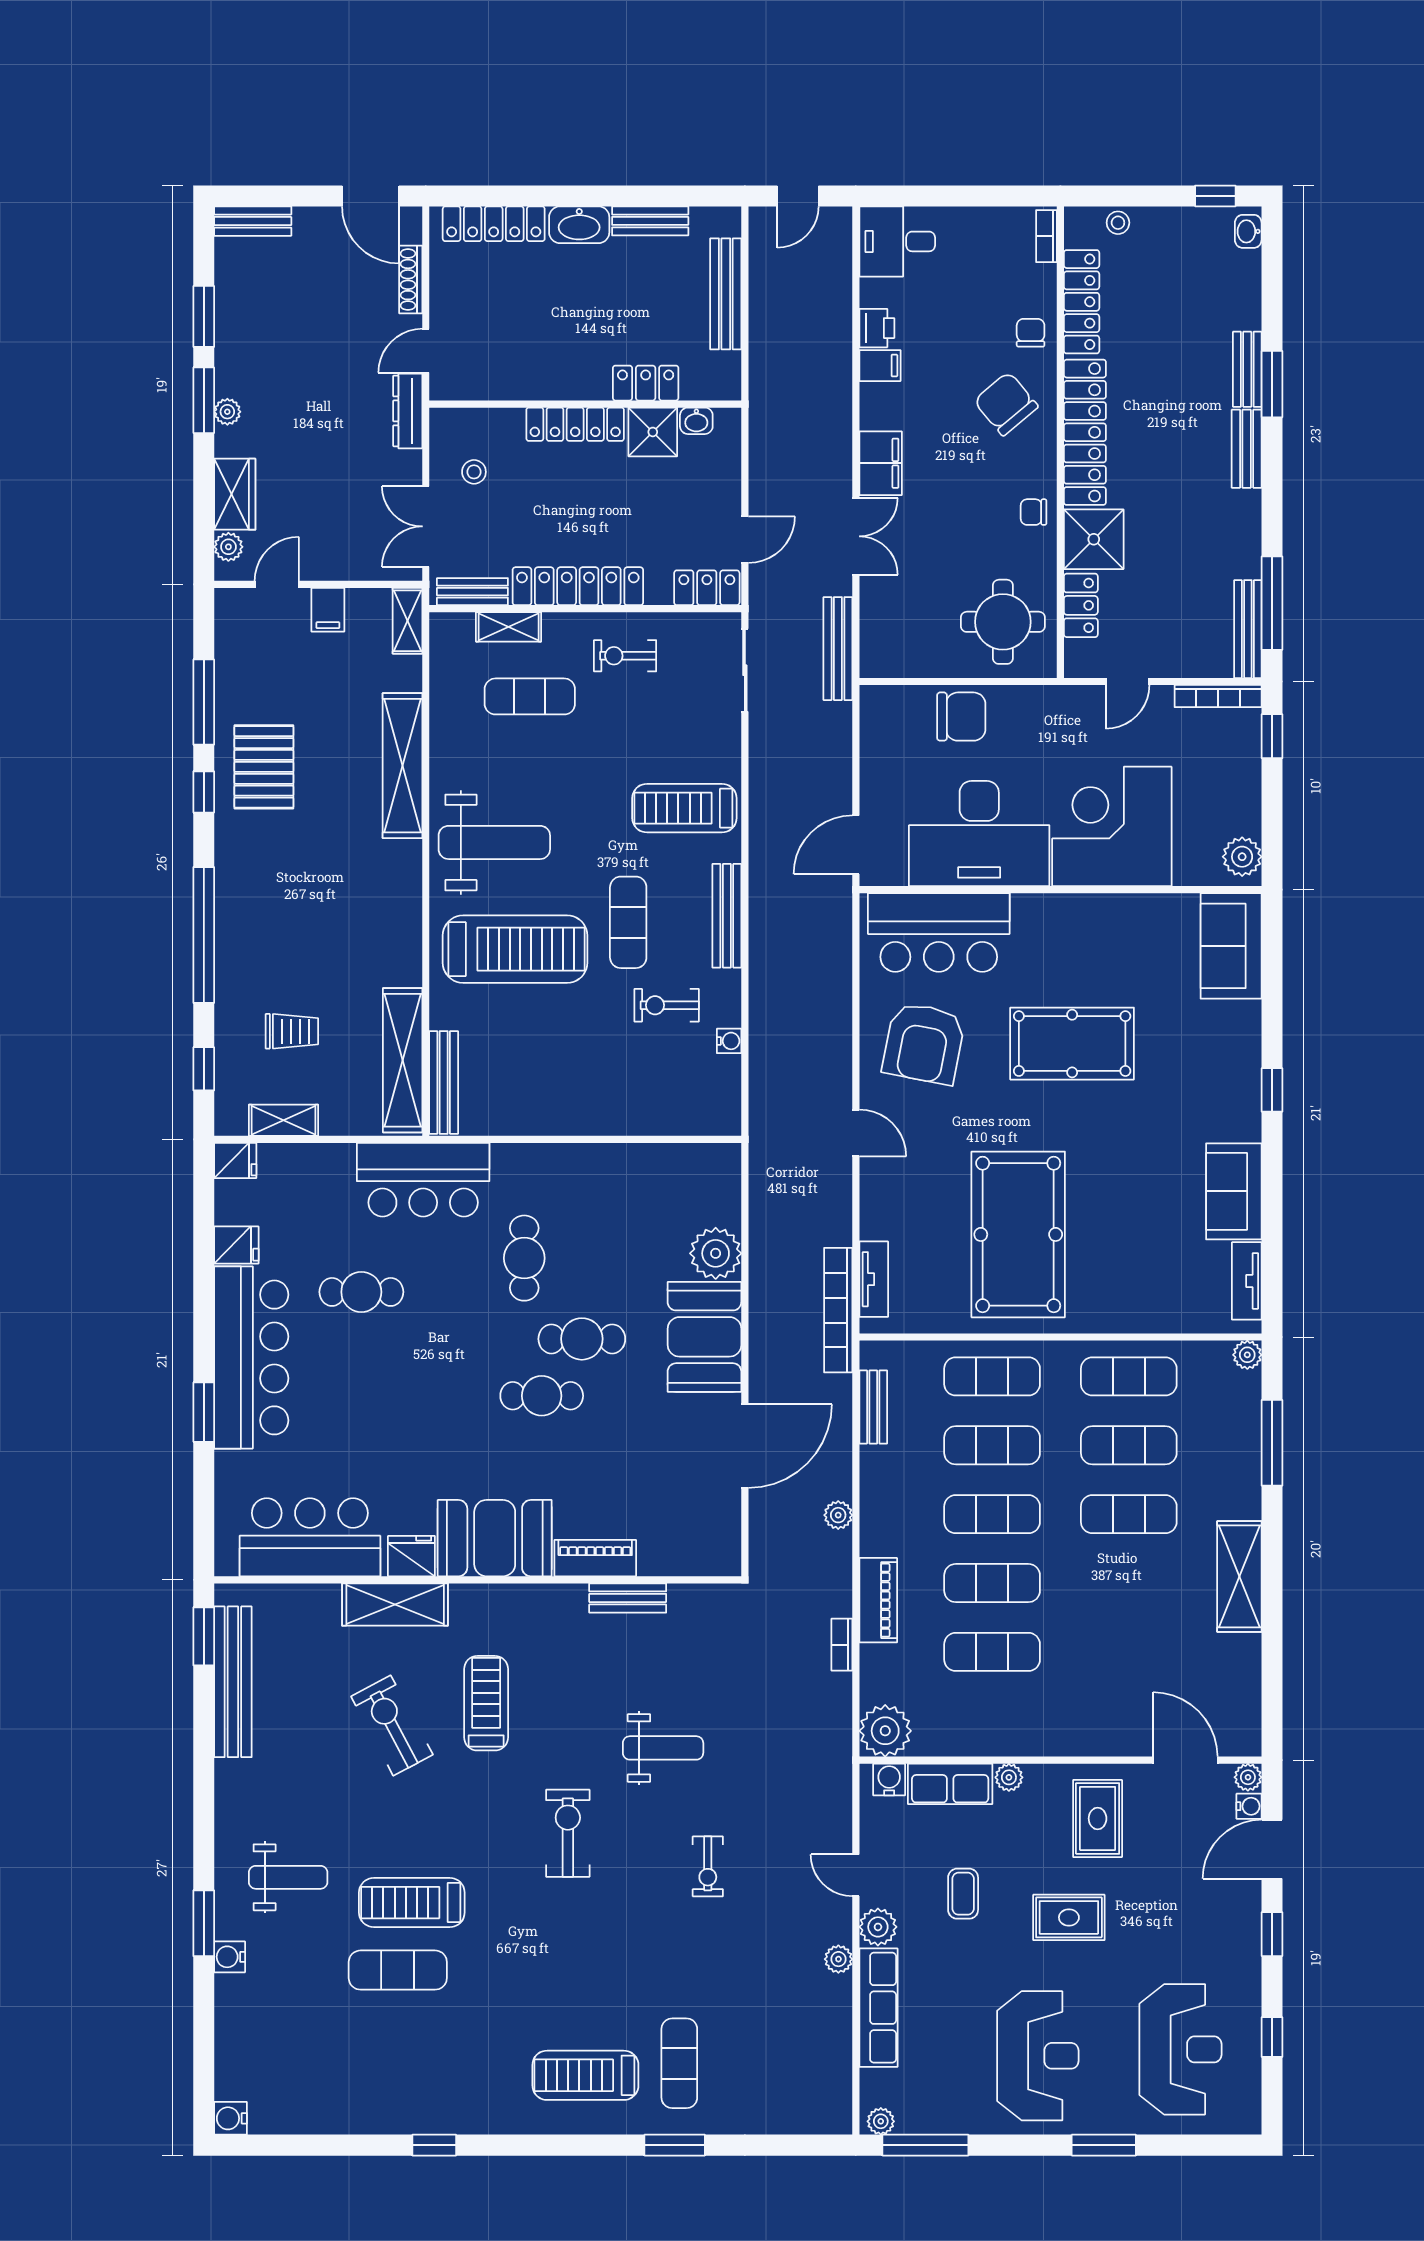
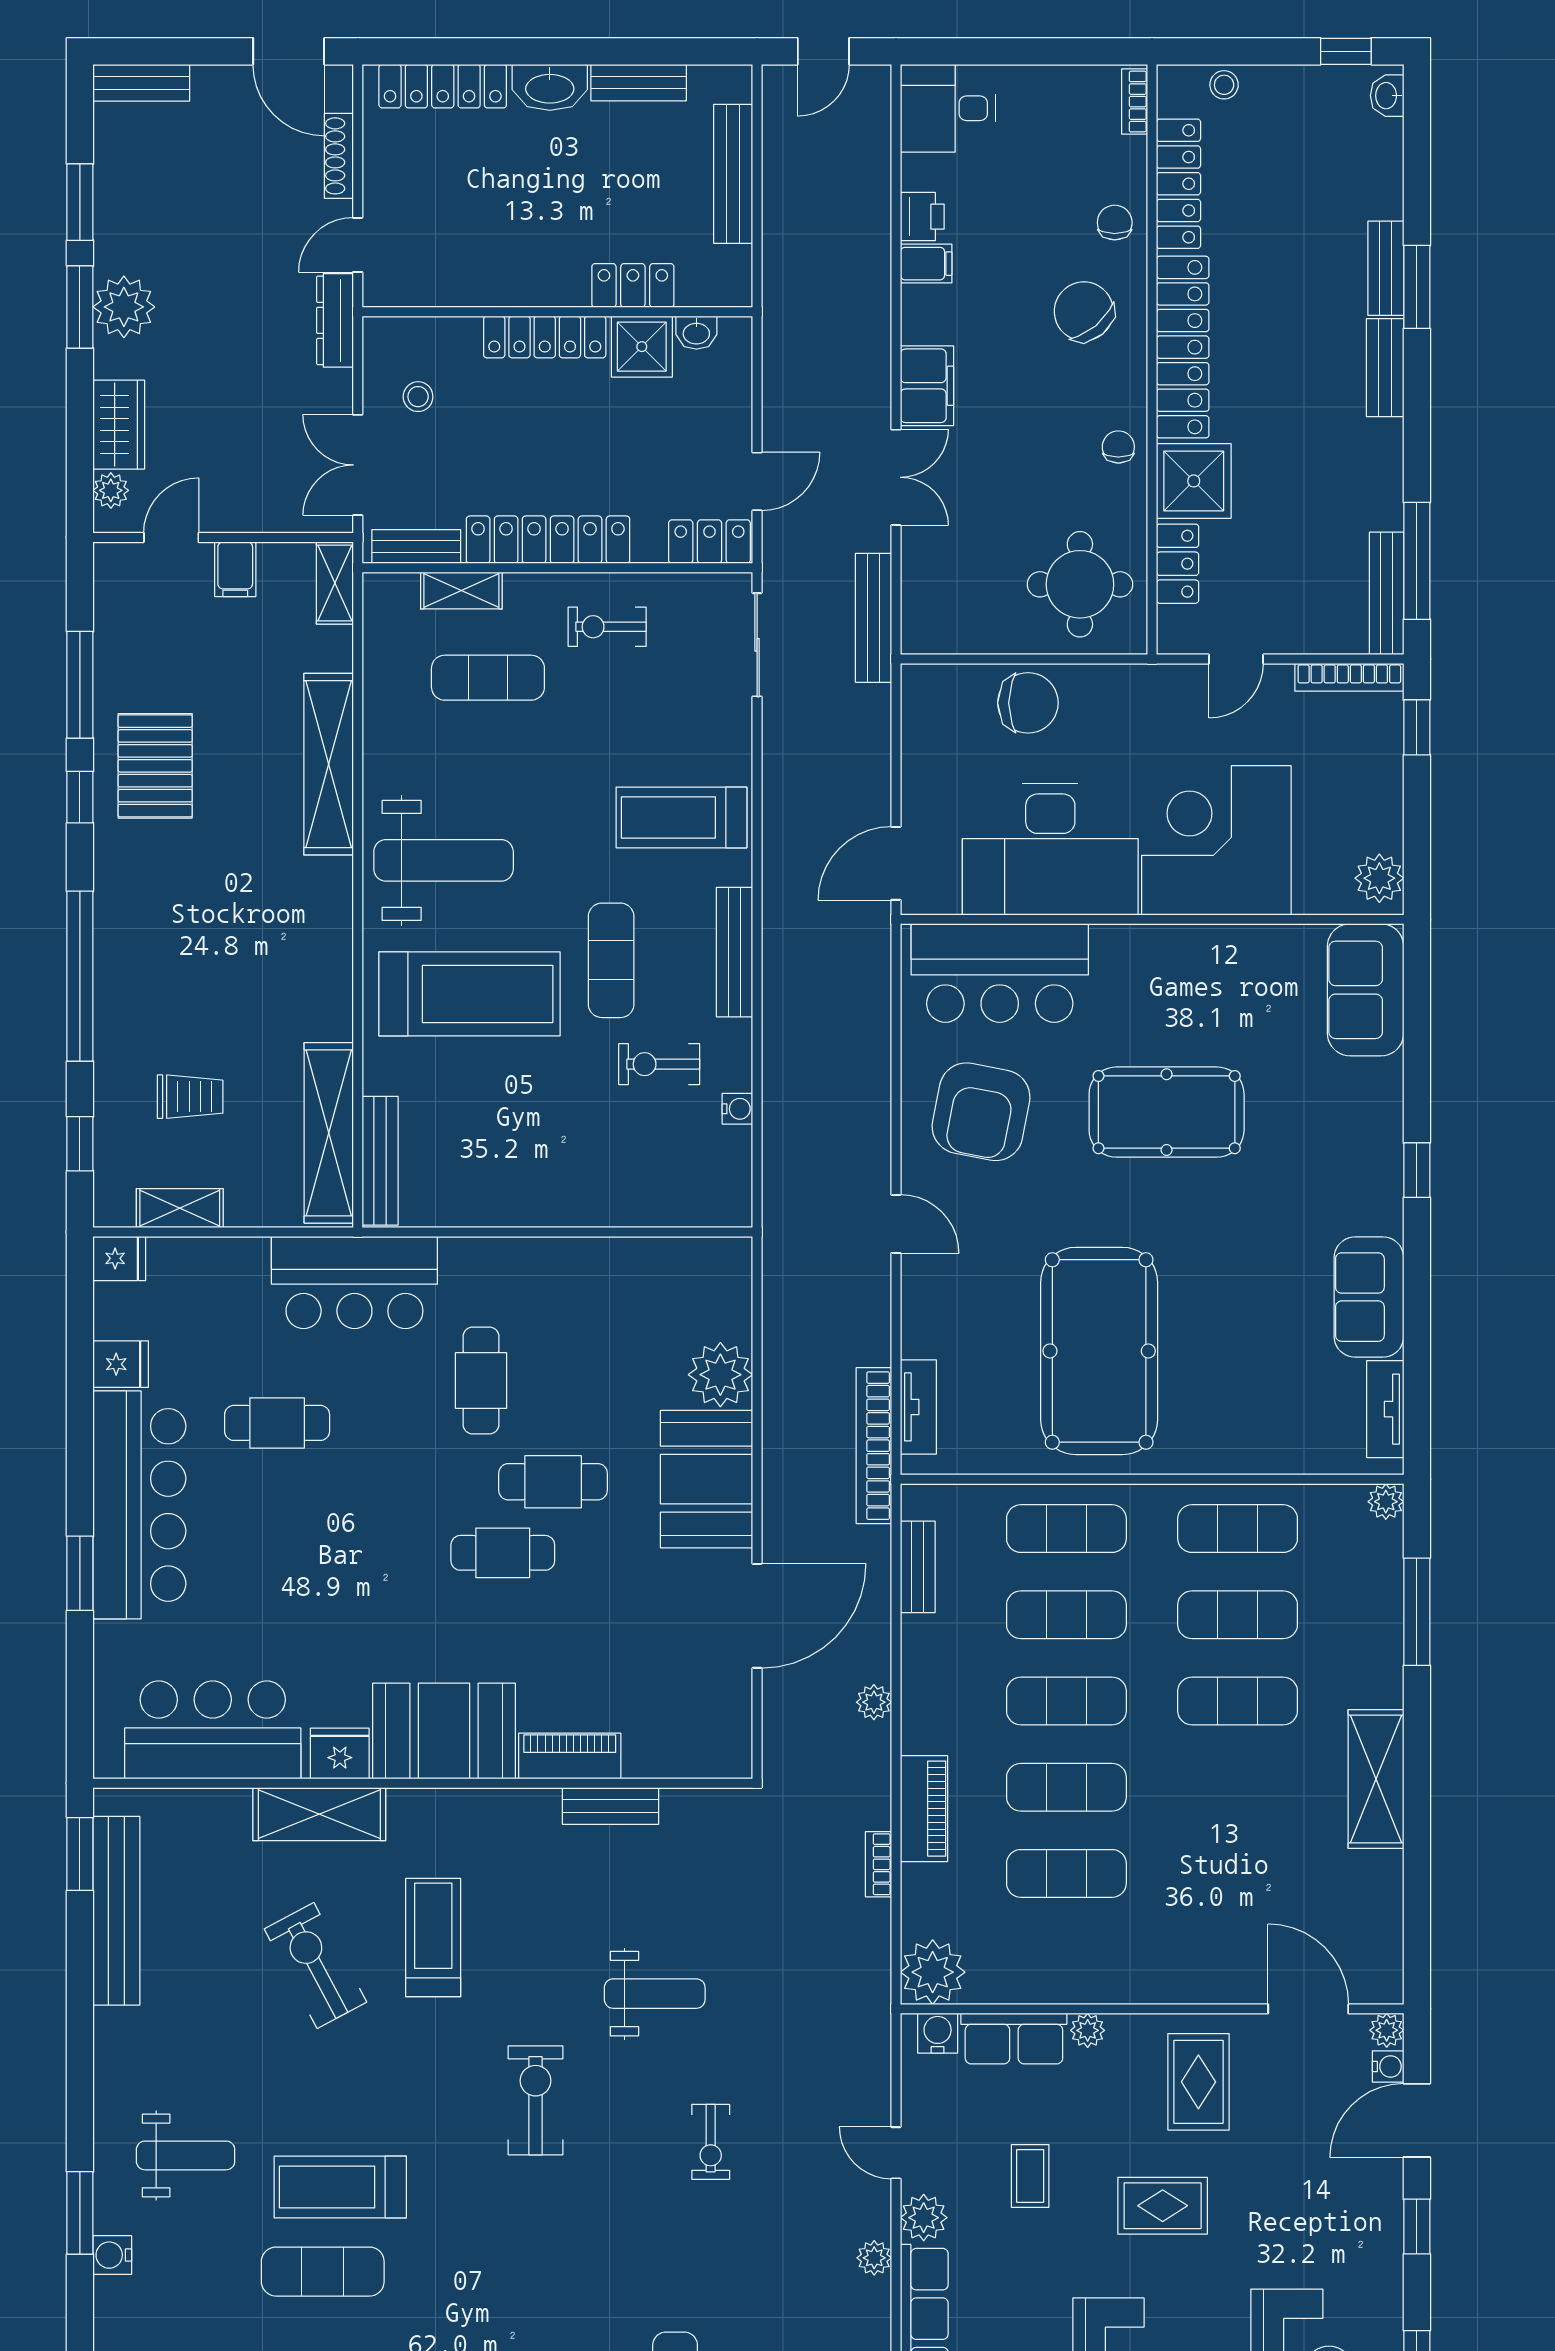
plant: (227, 412) -> (124, 307), width x1.88, depth x1.88
chair: (1034, 512) -> (1118, 447), turned 90

